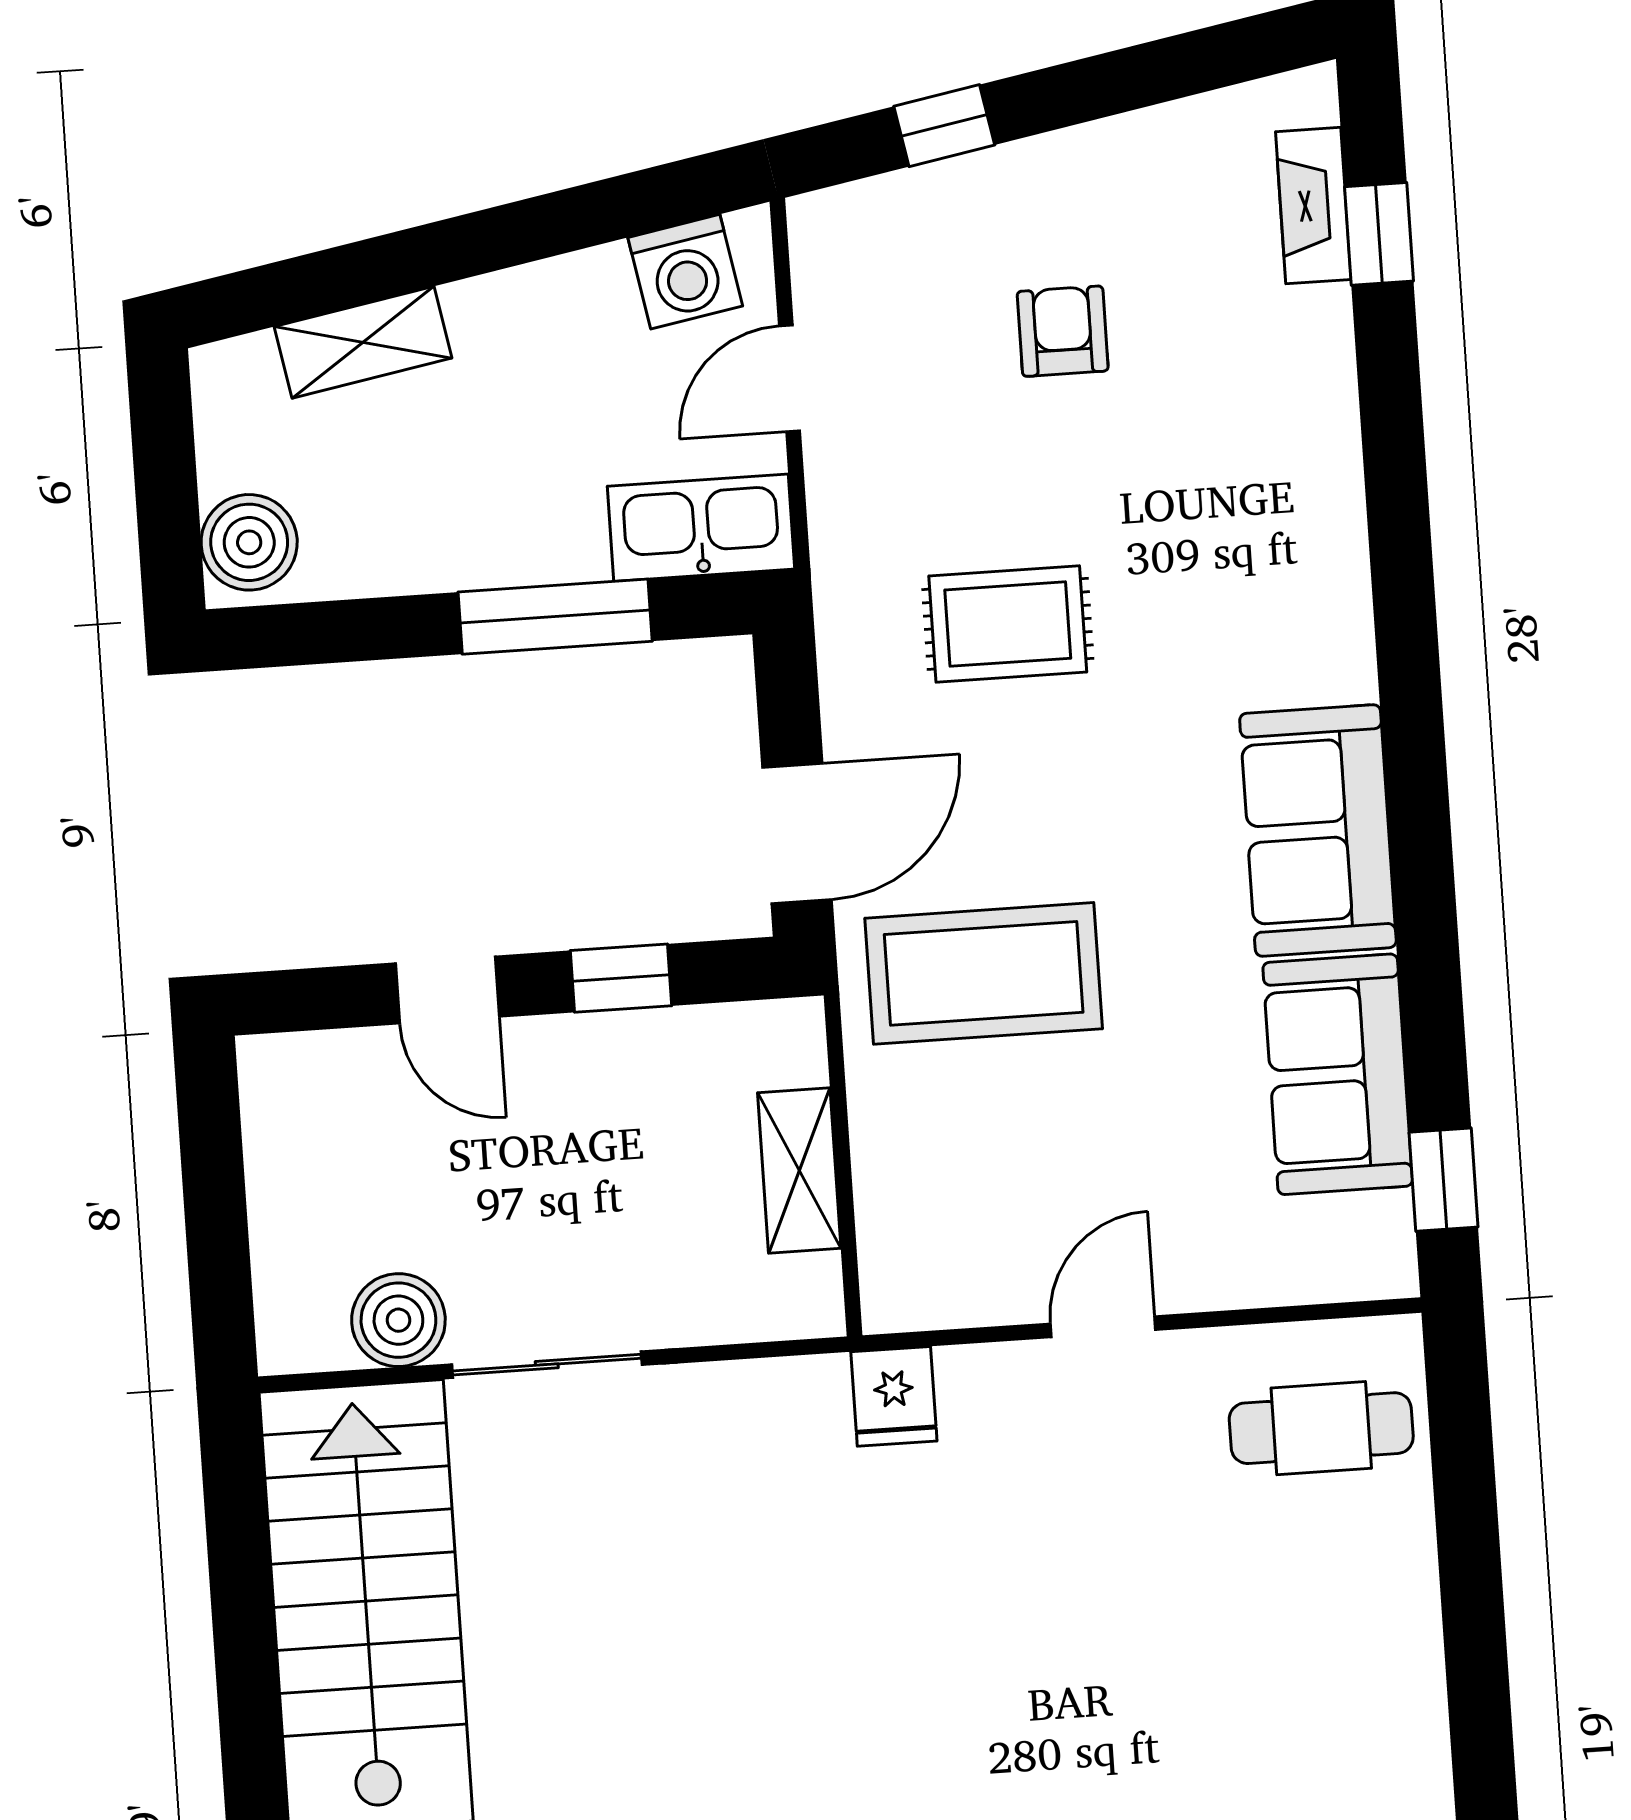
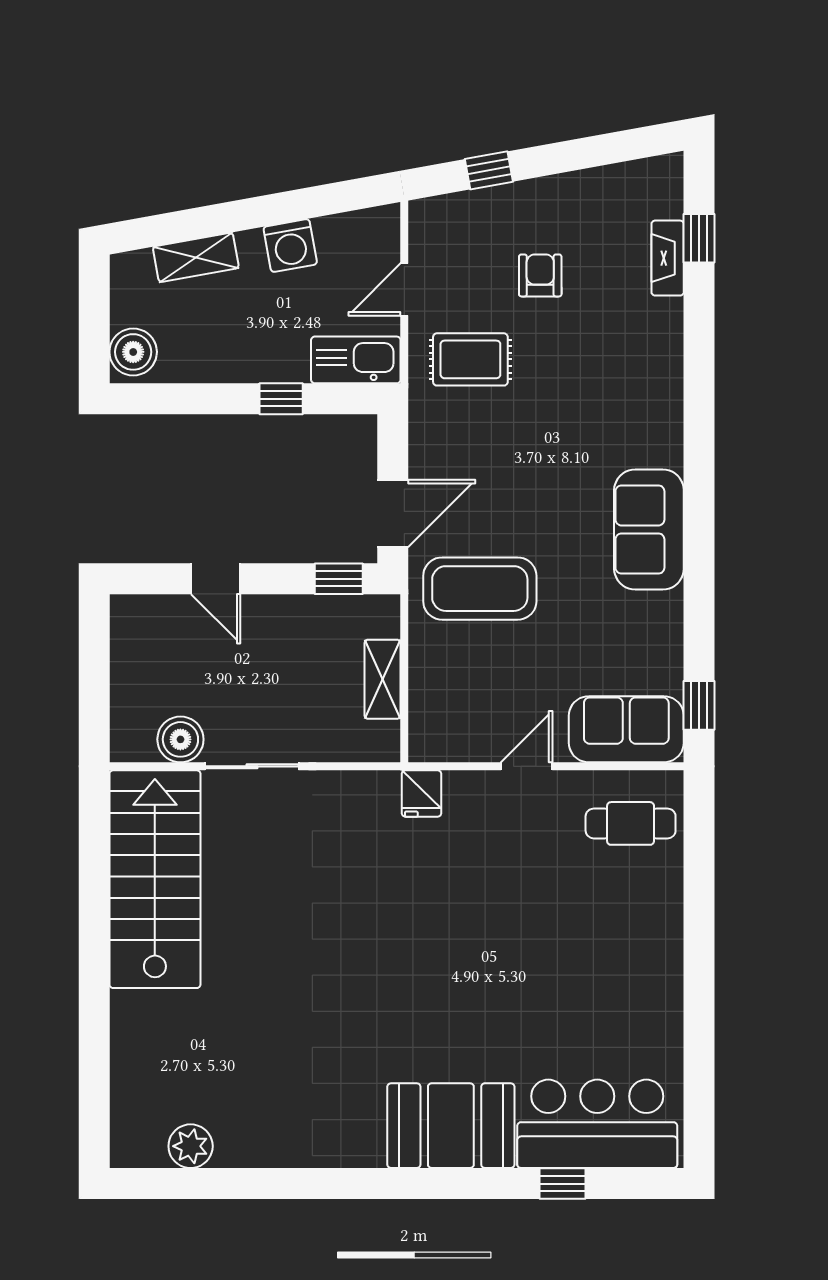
fireplace: (1313, 206) -> (668, 258), moved
washing machine: (685, 272) -> (290, 246), moved
window: (555, 617) -> (281, 399), width x0.46
rug: (1008, 624) -> (470, 359), moved
window: (621, 978) -> (339, 579), moved
sofa: (1338, 1074) -> (626, 729), moved, turned 90

